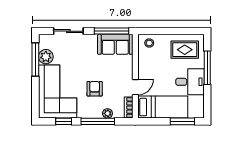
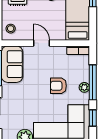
door: (135, 87) -> (41, 43), moved
plant: (107, 113) -> (84, 87), moved

